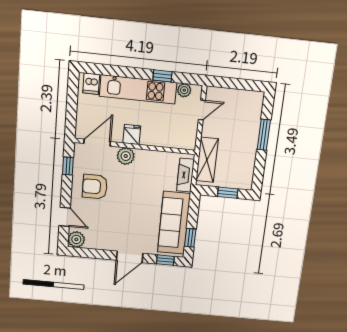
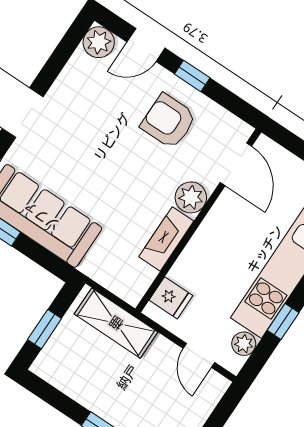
fridge: (132, 135) -> (171, 298), moved
window: (68, 166) -> (192, 76), moved
fireplace: (185, 175) -> (166, 239), moved, turned -90
armchair: (95, 187) -> (169, 121), turned -90

